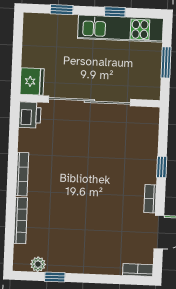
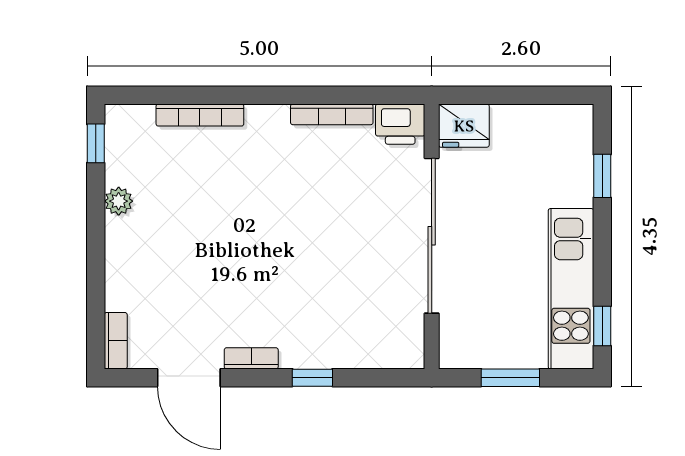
window: (115, 12) -> (602, 326), moved
bookcase: (22, 174) -> (332, 114), moved
plant: (38, 264) -> (119, 201), moved
window: (55, 277) -> (96, 143), moved

